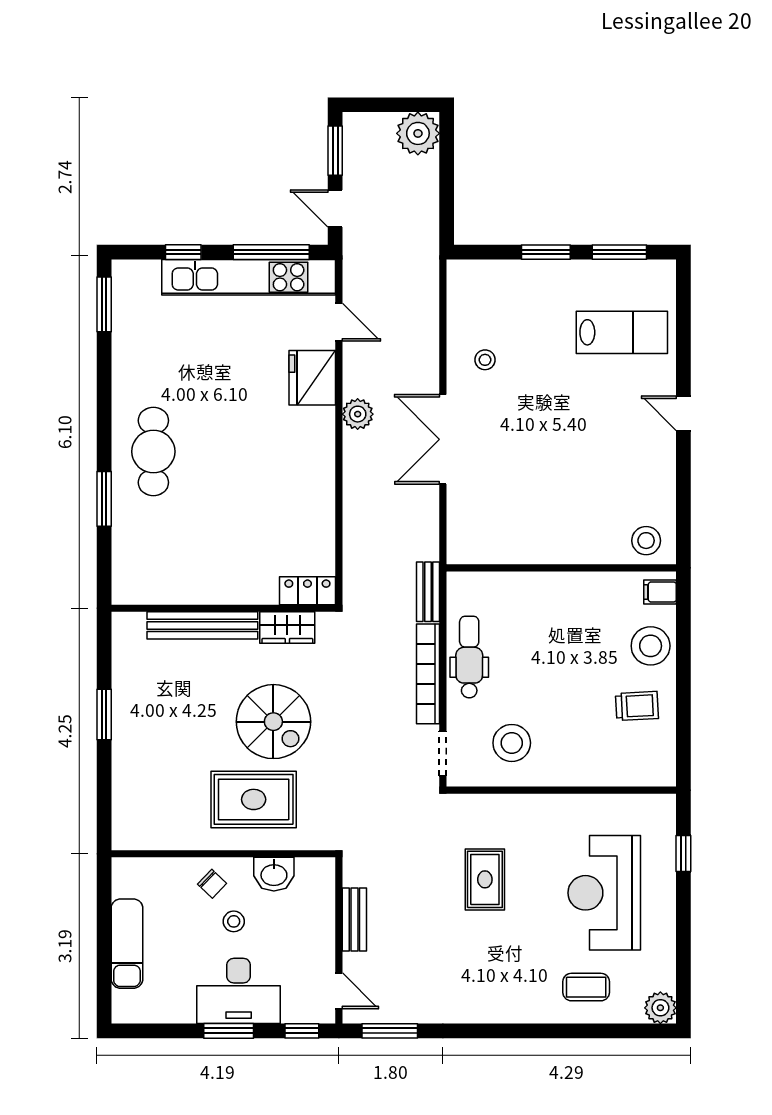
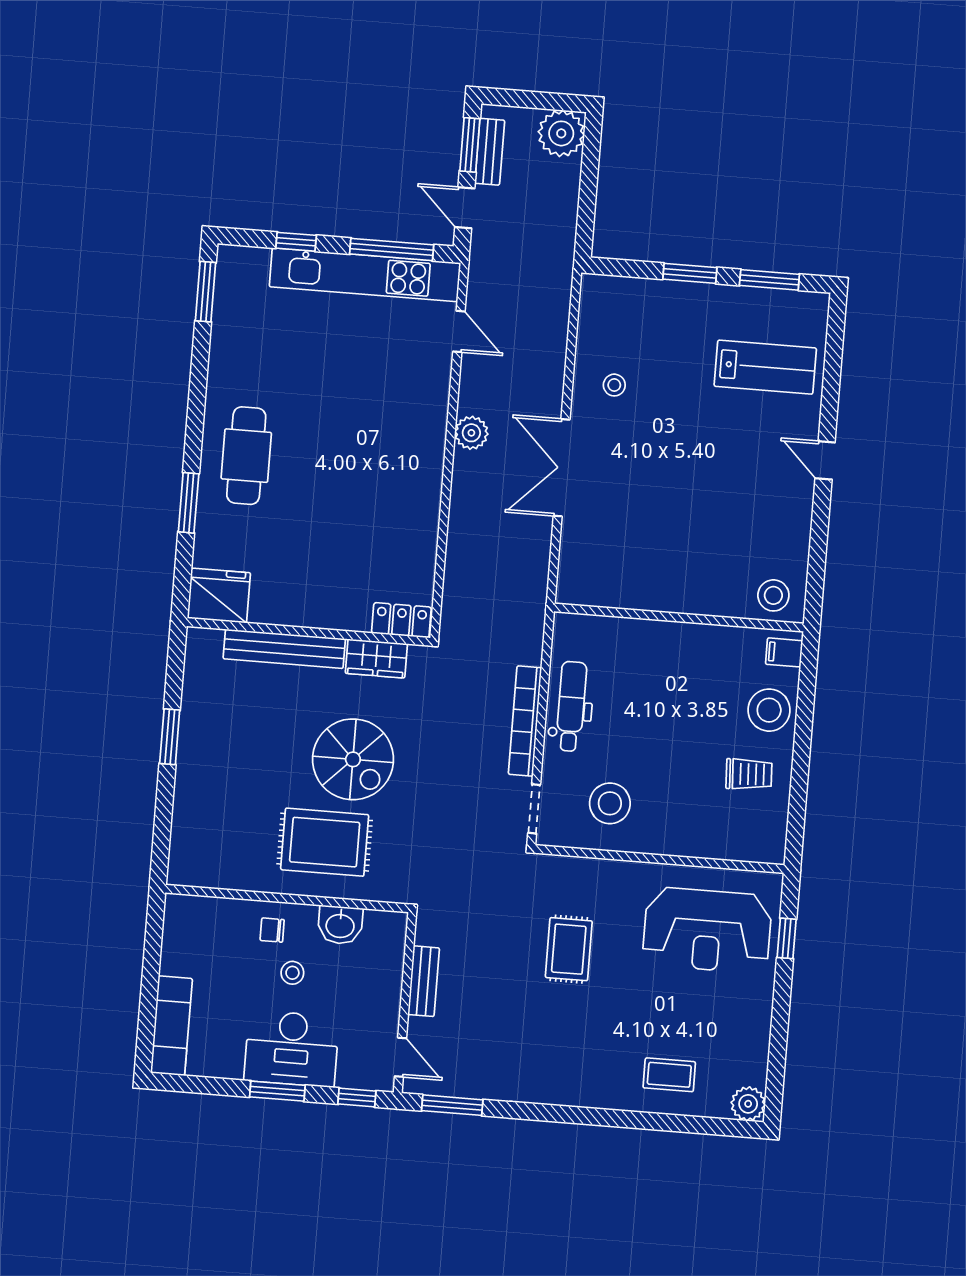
fridge: (312, 378) -> (219, 596), moved, turned 90
bench: (428, 592) -> (490, 152), moved
chair: (212, 884) -> (272, 930), turned 136
reception desk: (604, 893) -> (707, 930), moved, turned -90
exam couch: (127, 944) -> (171, 1026), moved

